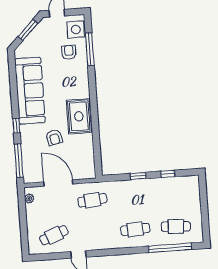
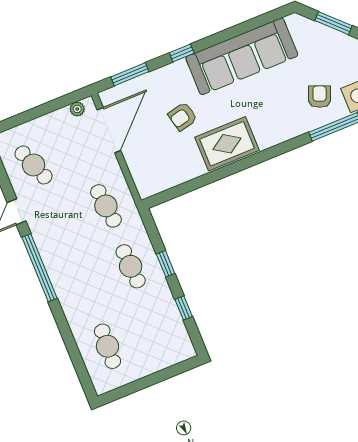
armchair: (69, 52) -> (320, 97), turned -68
window: (19, 161) -> (130, 74), width x0.69
door: (58, 183) -> (109, 130), moved
cafe table: (135, 229) -> (131, 266), moved
window: (170, 248) -> (39, 268), moved

